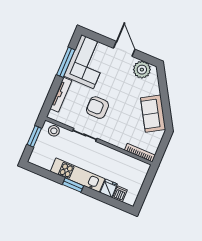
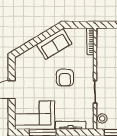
plant: (142, 70) -> (22, 68), removed
armchair: (97, 108) -> (65, 78), moved

